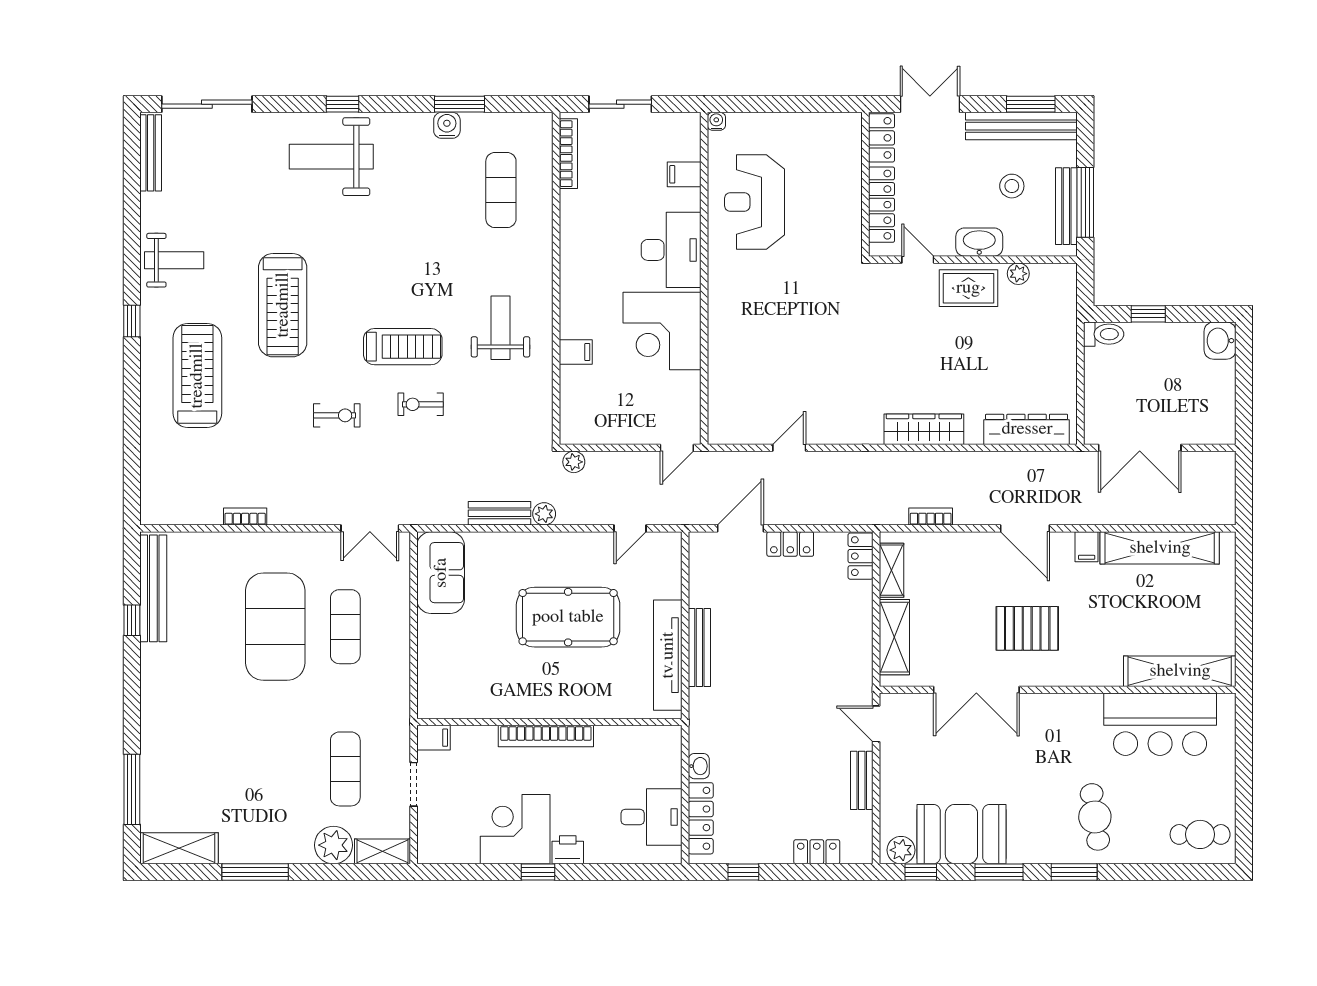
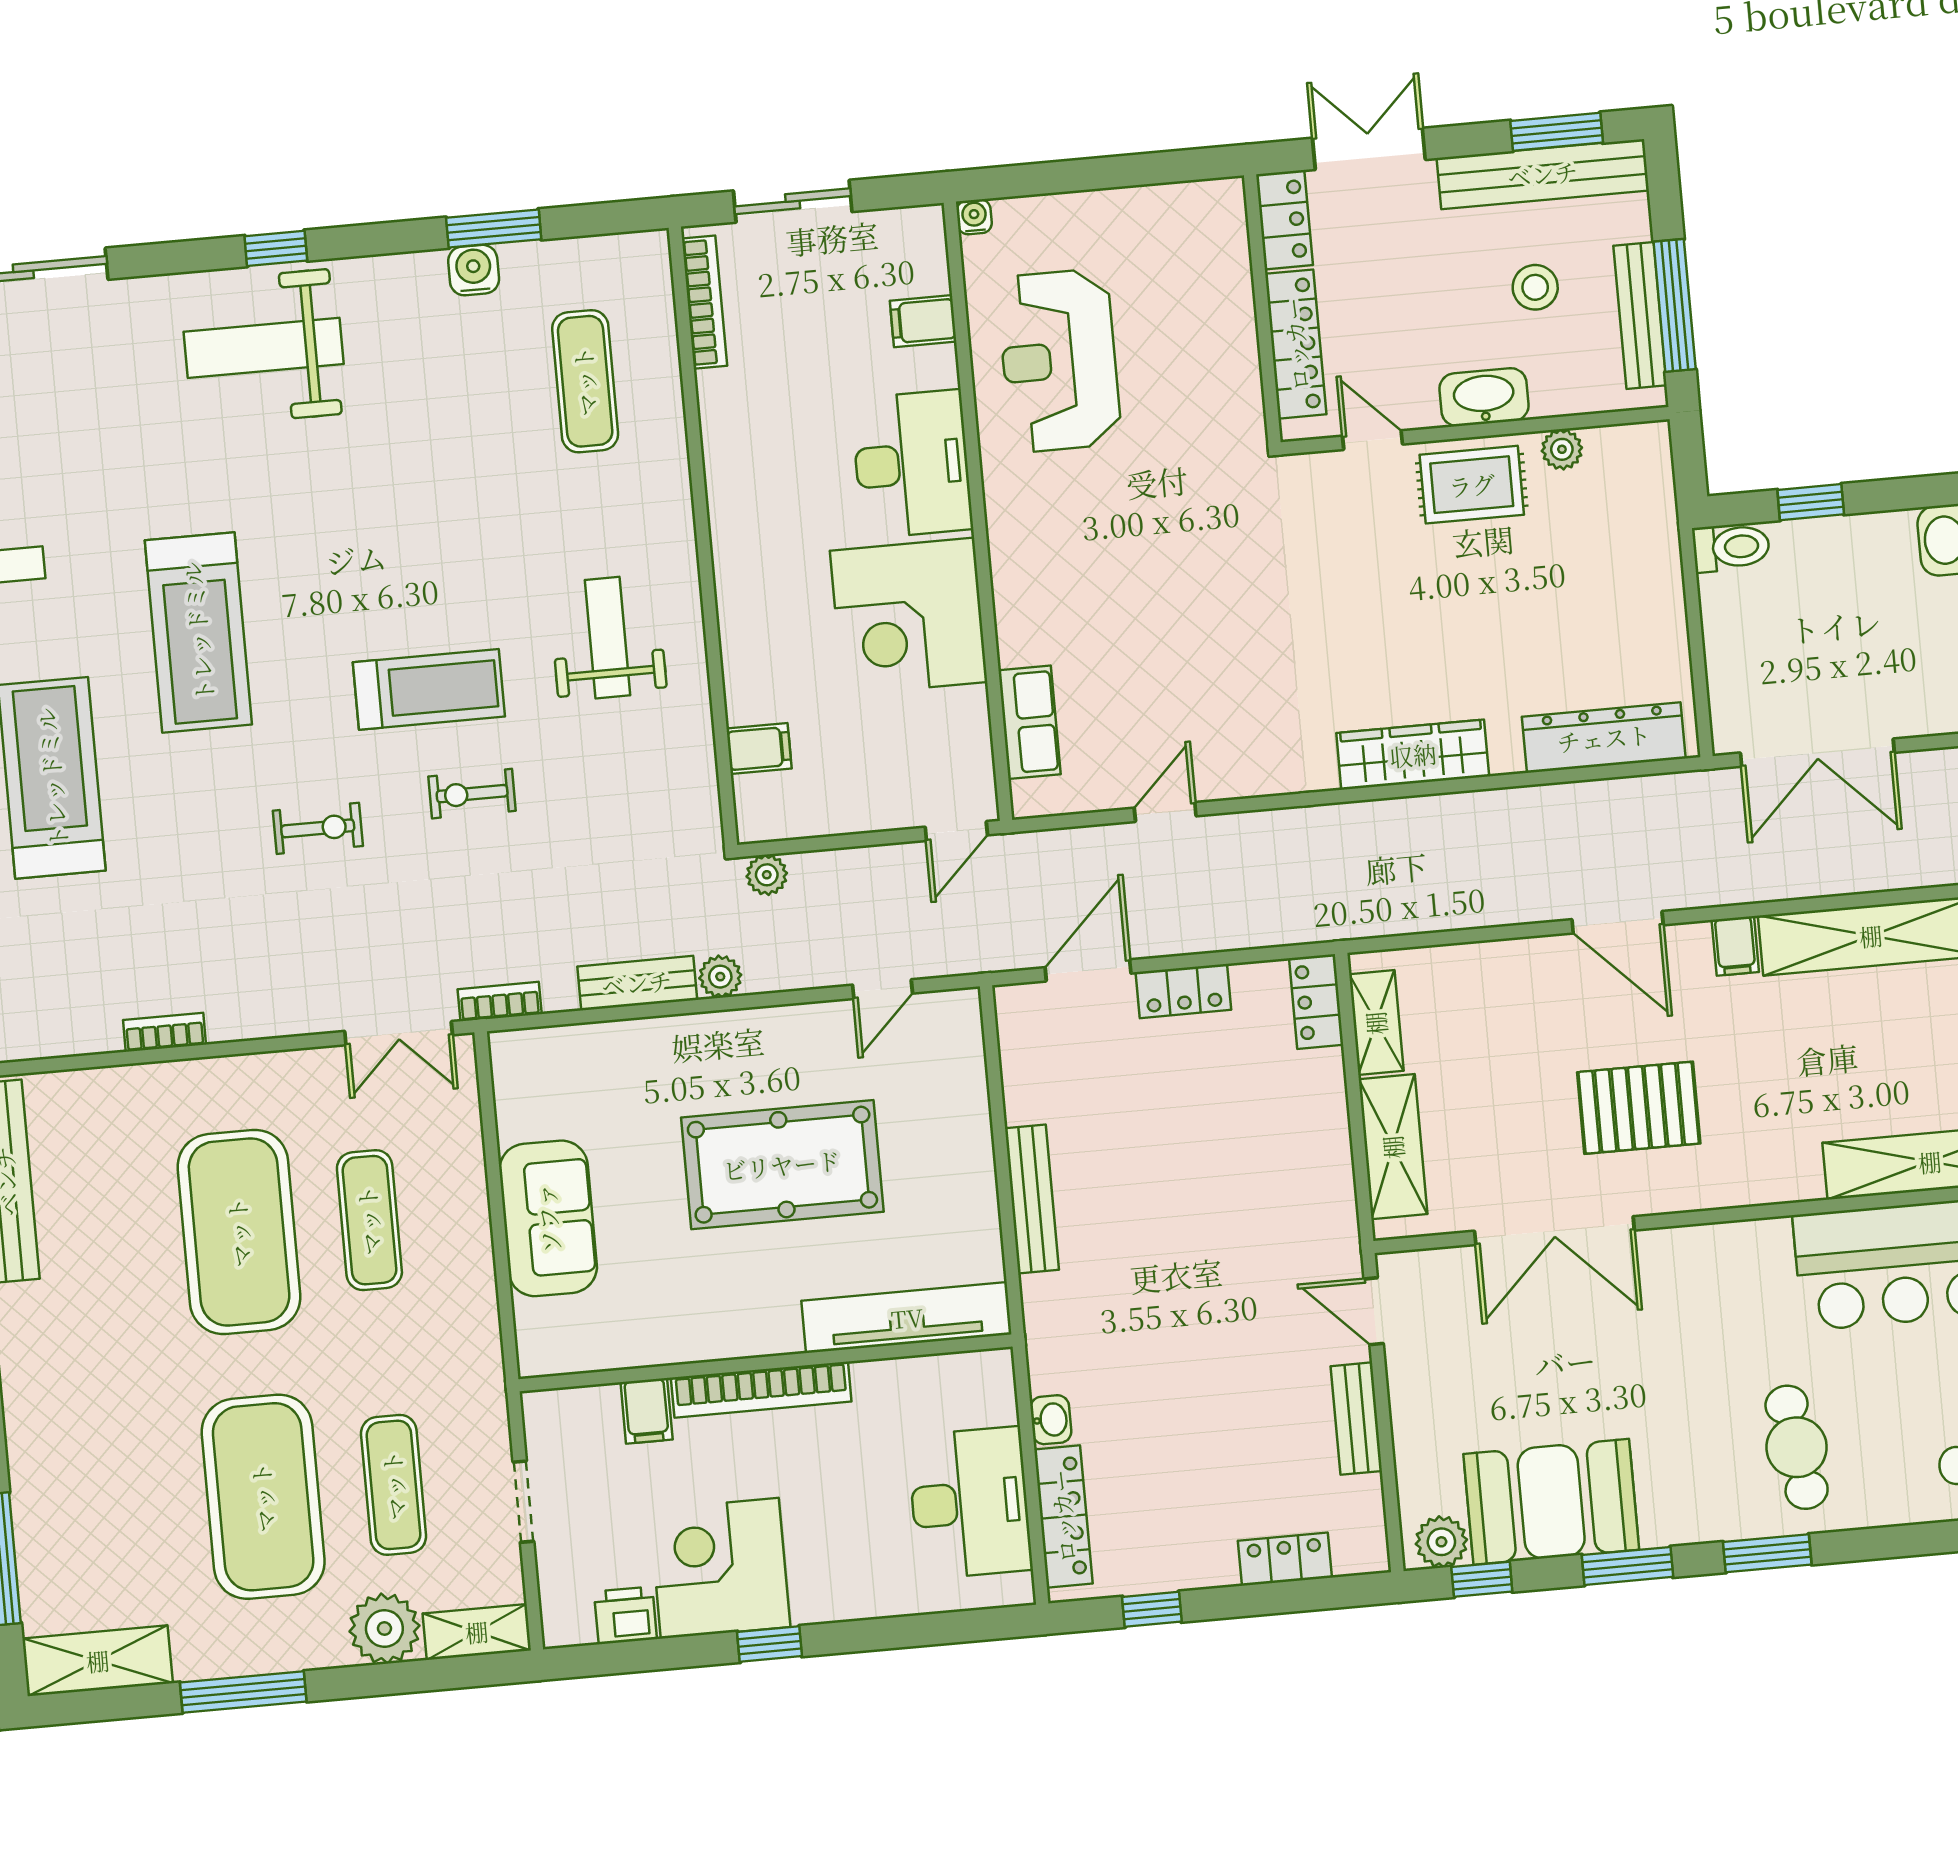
filing cabinet: (576, 352) -> (759, 748), moved
row of seats: (721, 393) -> (1030, 722), added
bookcase: (931, 516) -> (500, 1002), moved
sofa: (441, 573) -> (548, 1218), moved
tv unit: (668, 655) -> (907, 1318), moved, turned 90
filing cabinet: (433, 738) -> (647, 1411), moved, turned 90
exercise mat: (275, 769) -> (263, 1497), added
desk: (652, 817) -> (970, 1503), width x1.37
printer: (568, 850) -> (625, 1615), moved

